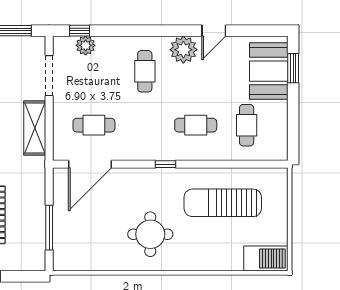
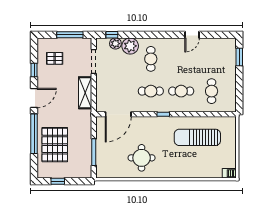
plant: (183, 50) -> (130, 46), moved
booth: (269, 71) -> (225, 59), removed
cafe table: (94, 125) -> (151, 91), moved
round table: (150, 234) -> (142, 158), moved
barbecue: (266, 258) -> (229, 173), width x0.53, depth x0.65

